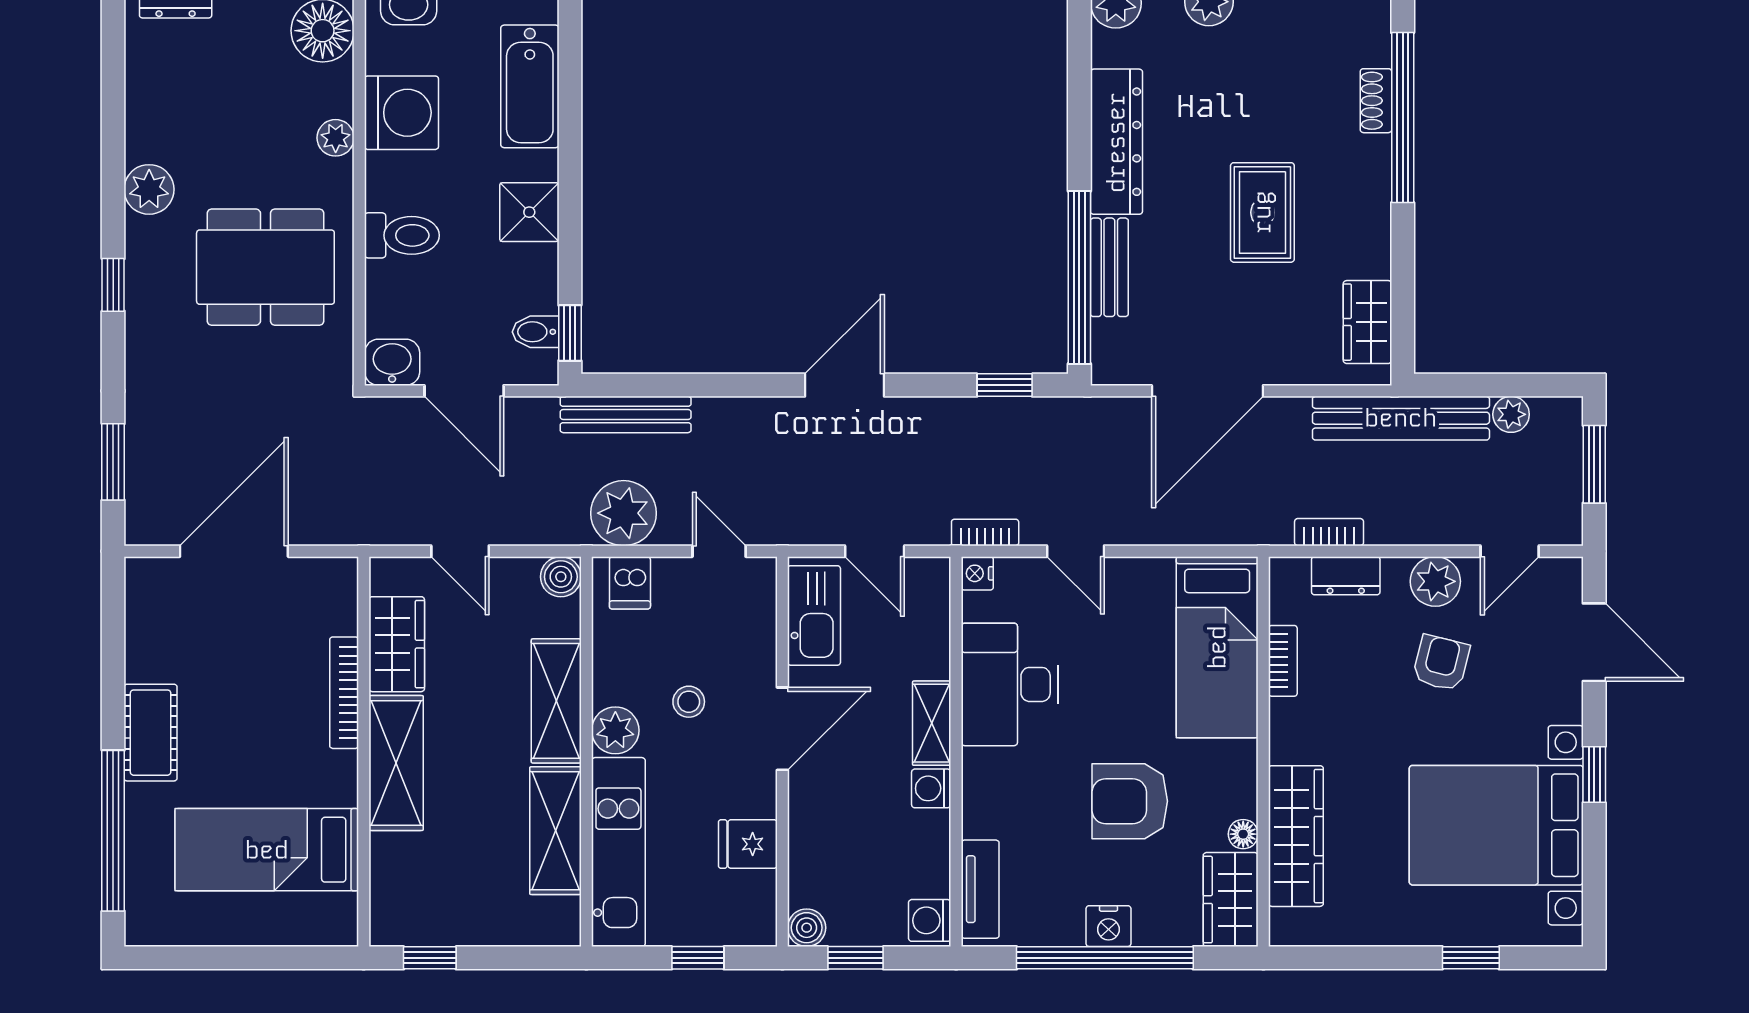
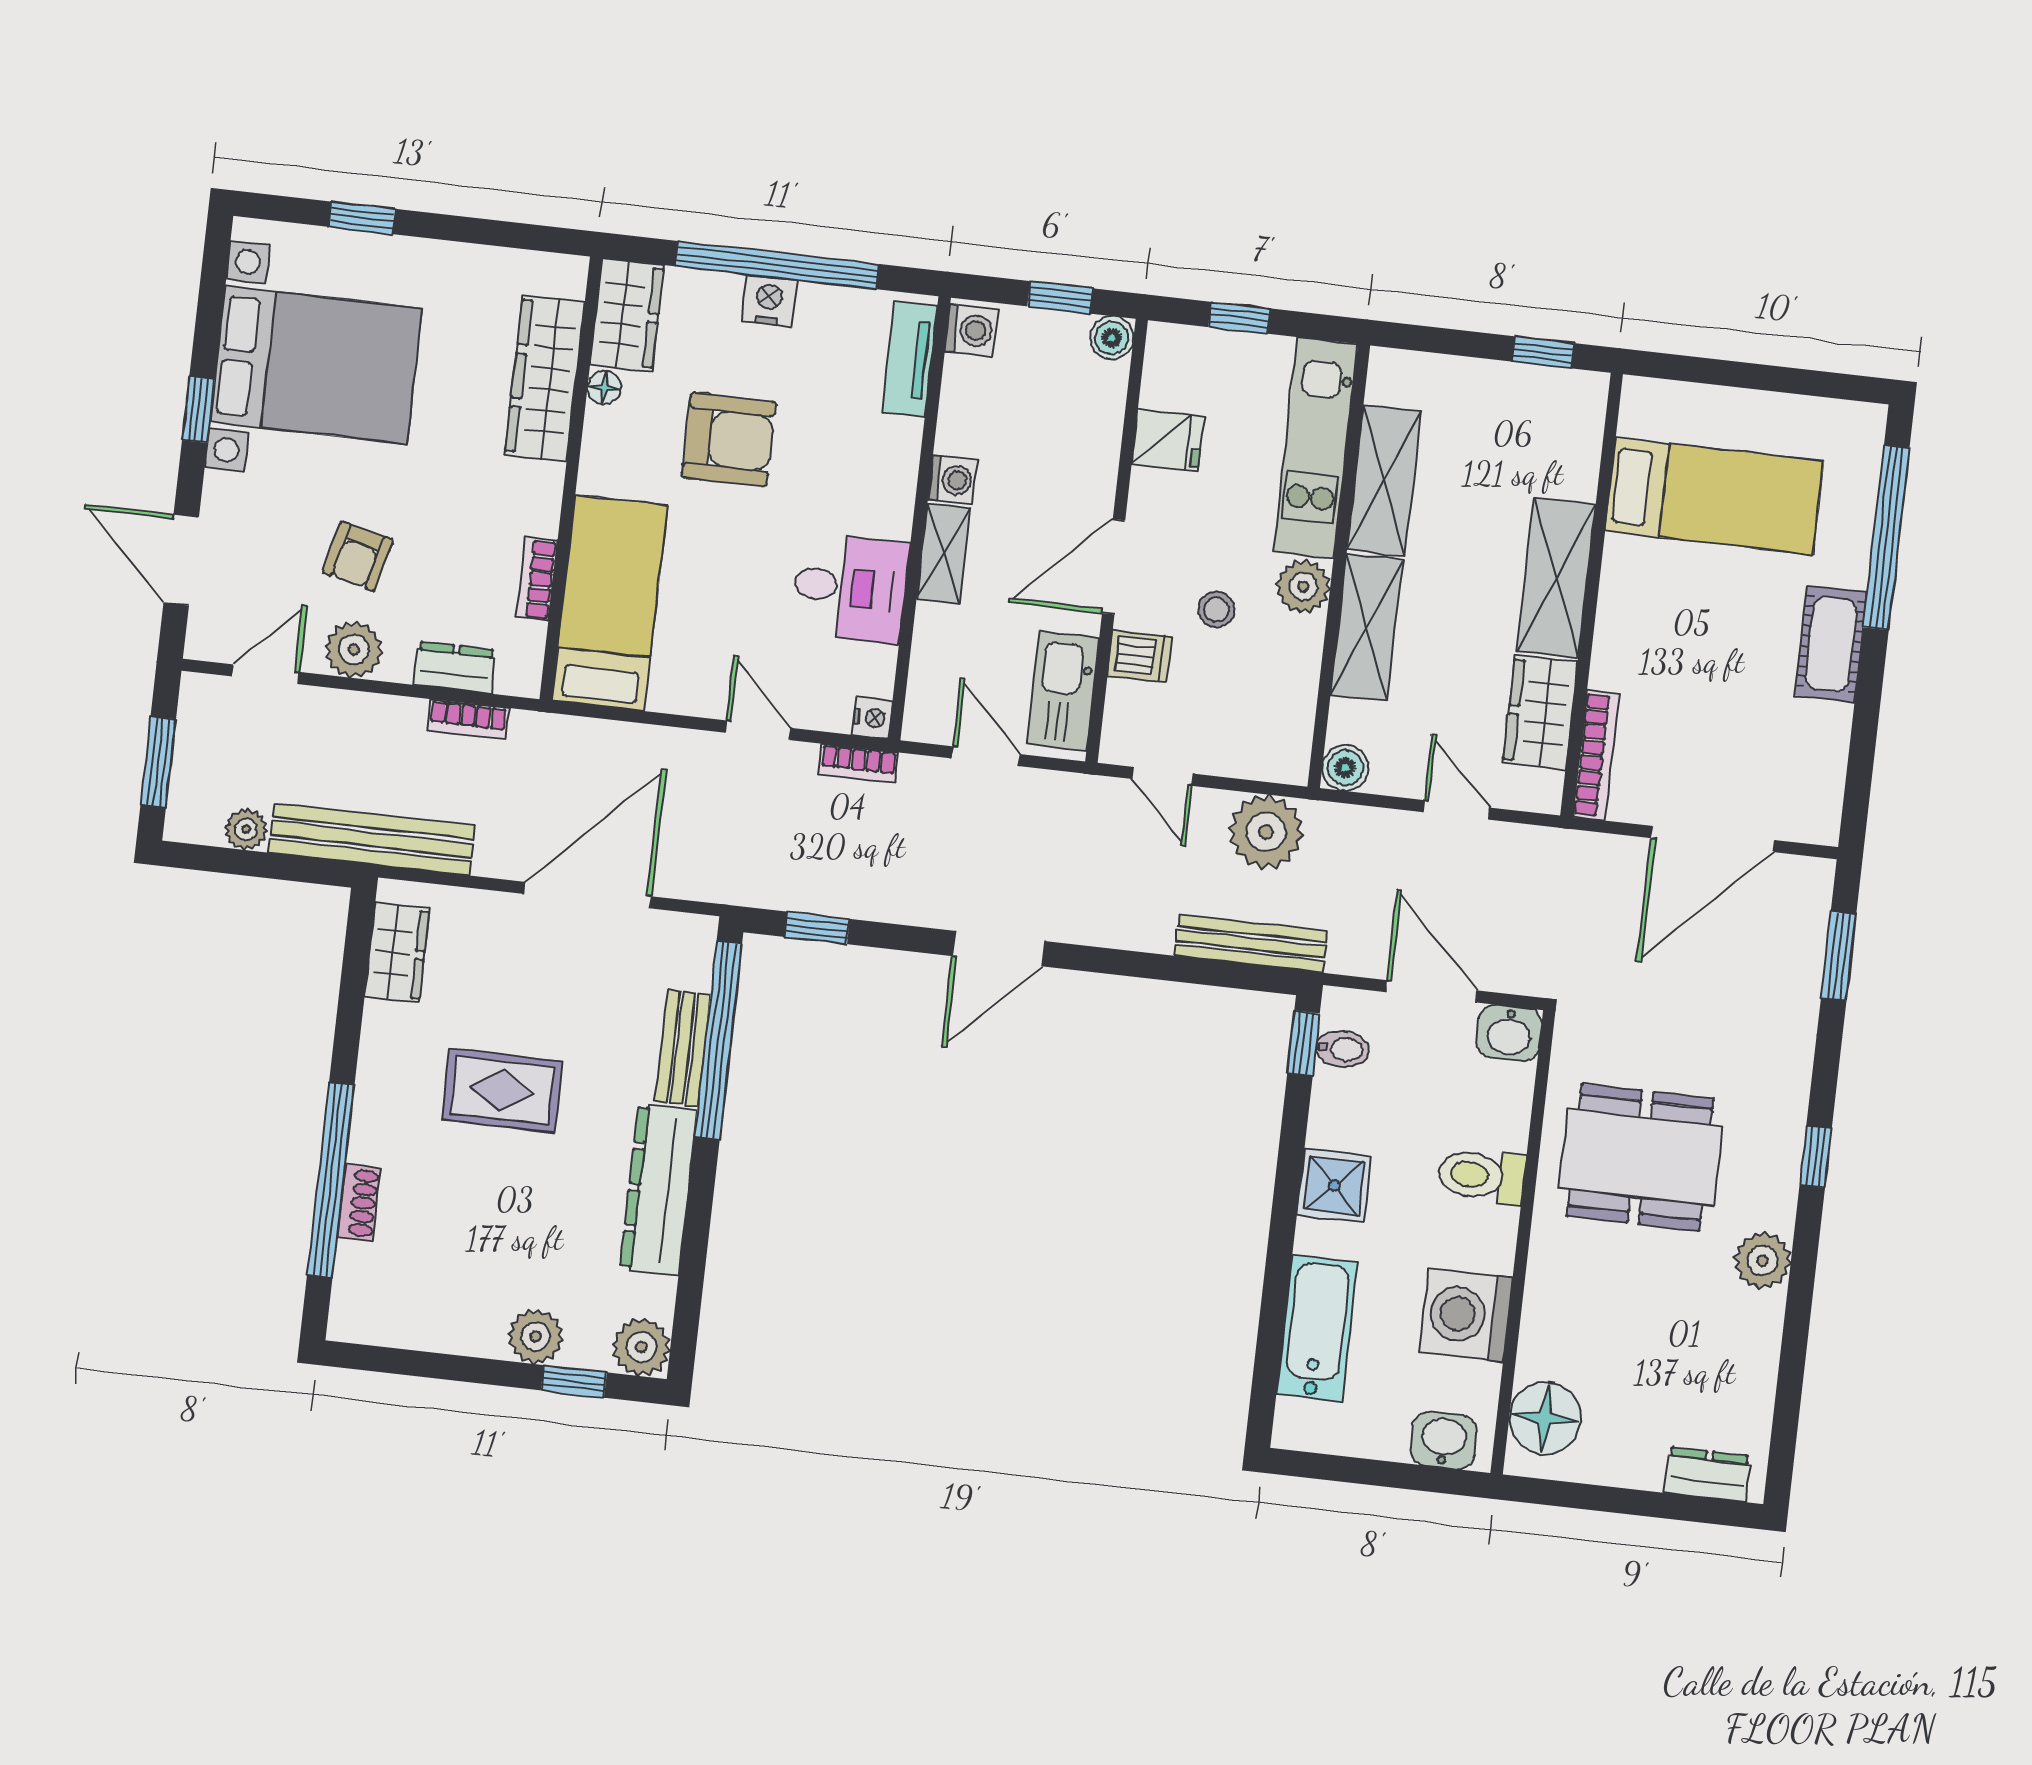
plant: (336, 138) -> (1544, 1295), removed
rug: (1262, 212) -> (502, 1090), turned 90
dishwasher: (630, 583) -> (1140, 656), moved, turned 90
desk: (1010, 684) -> (850, 588), width x0.73
bookcase: (344, 693) -> (1596, 755), moved

